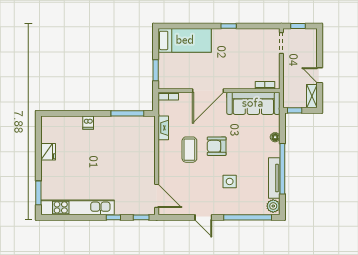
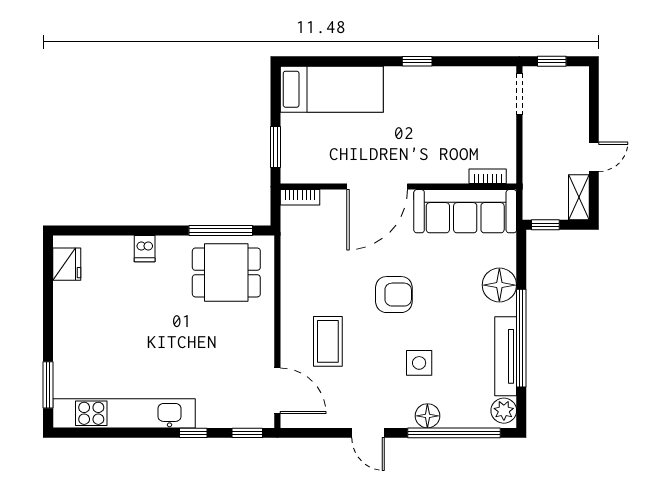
door: (320, 75) -> (594, 157), swing flipped
fireplace: (163, 128) -> (290, 259), removed
dining table: (130, 135) -> (226, 272), added
floor lamp: (275, 137) -> (499, 285), width x1.89, depth x1.89
armchair: (217, 146) -> (394, 295), turned 180
coffee table: (189, 150) -> (328, 341), moved
fridge: (48, 152) -> (67, 264), moved
floor lamp: (234, 209) -> (427, 416), added

